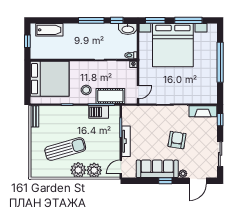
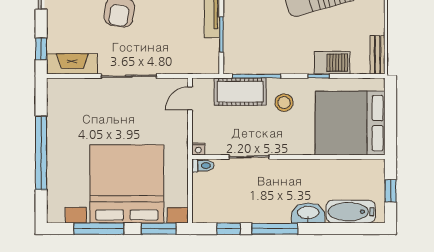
washbasin: (128, 29) -> (308, 213), moved
barbecue: (99, 112) -> (332, 63), moved

